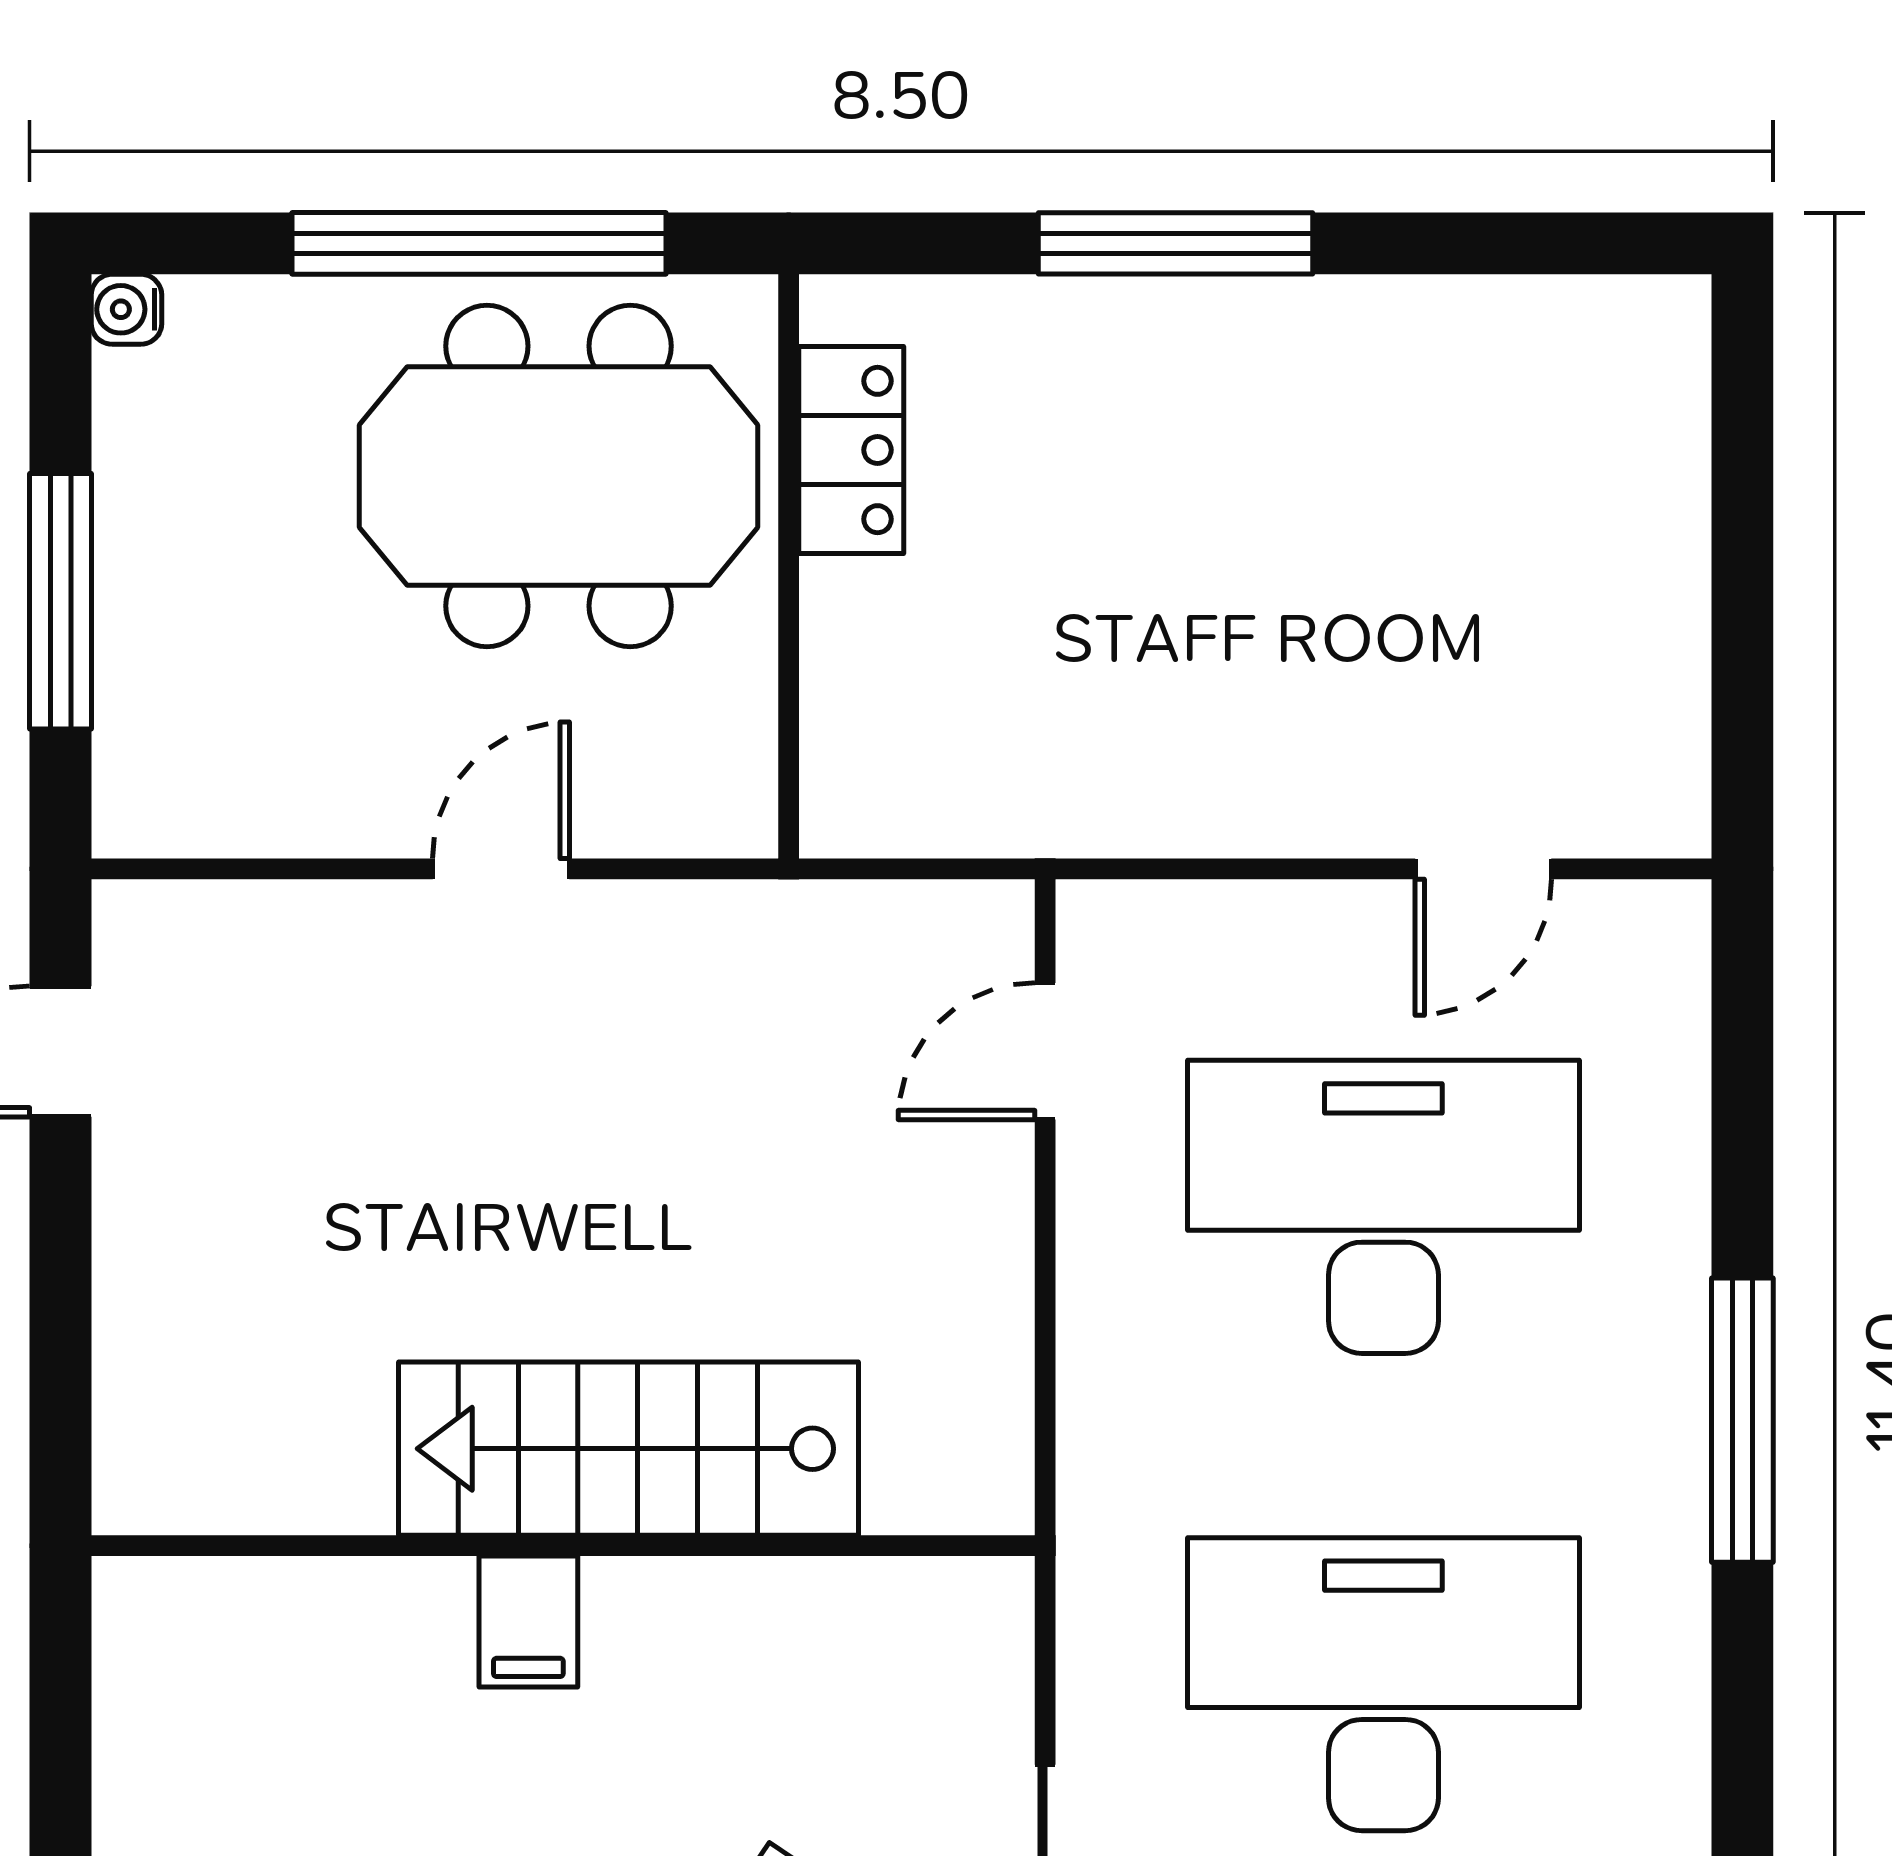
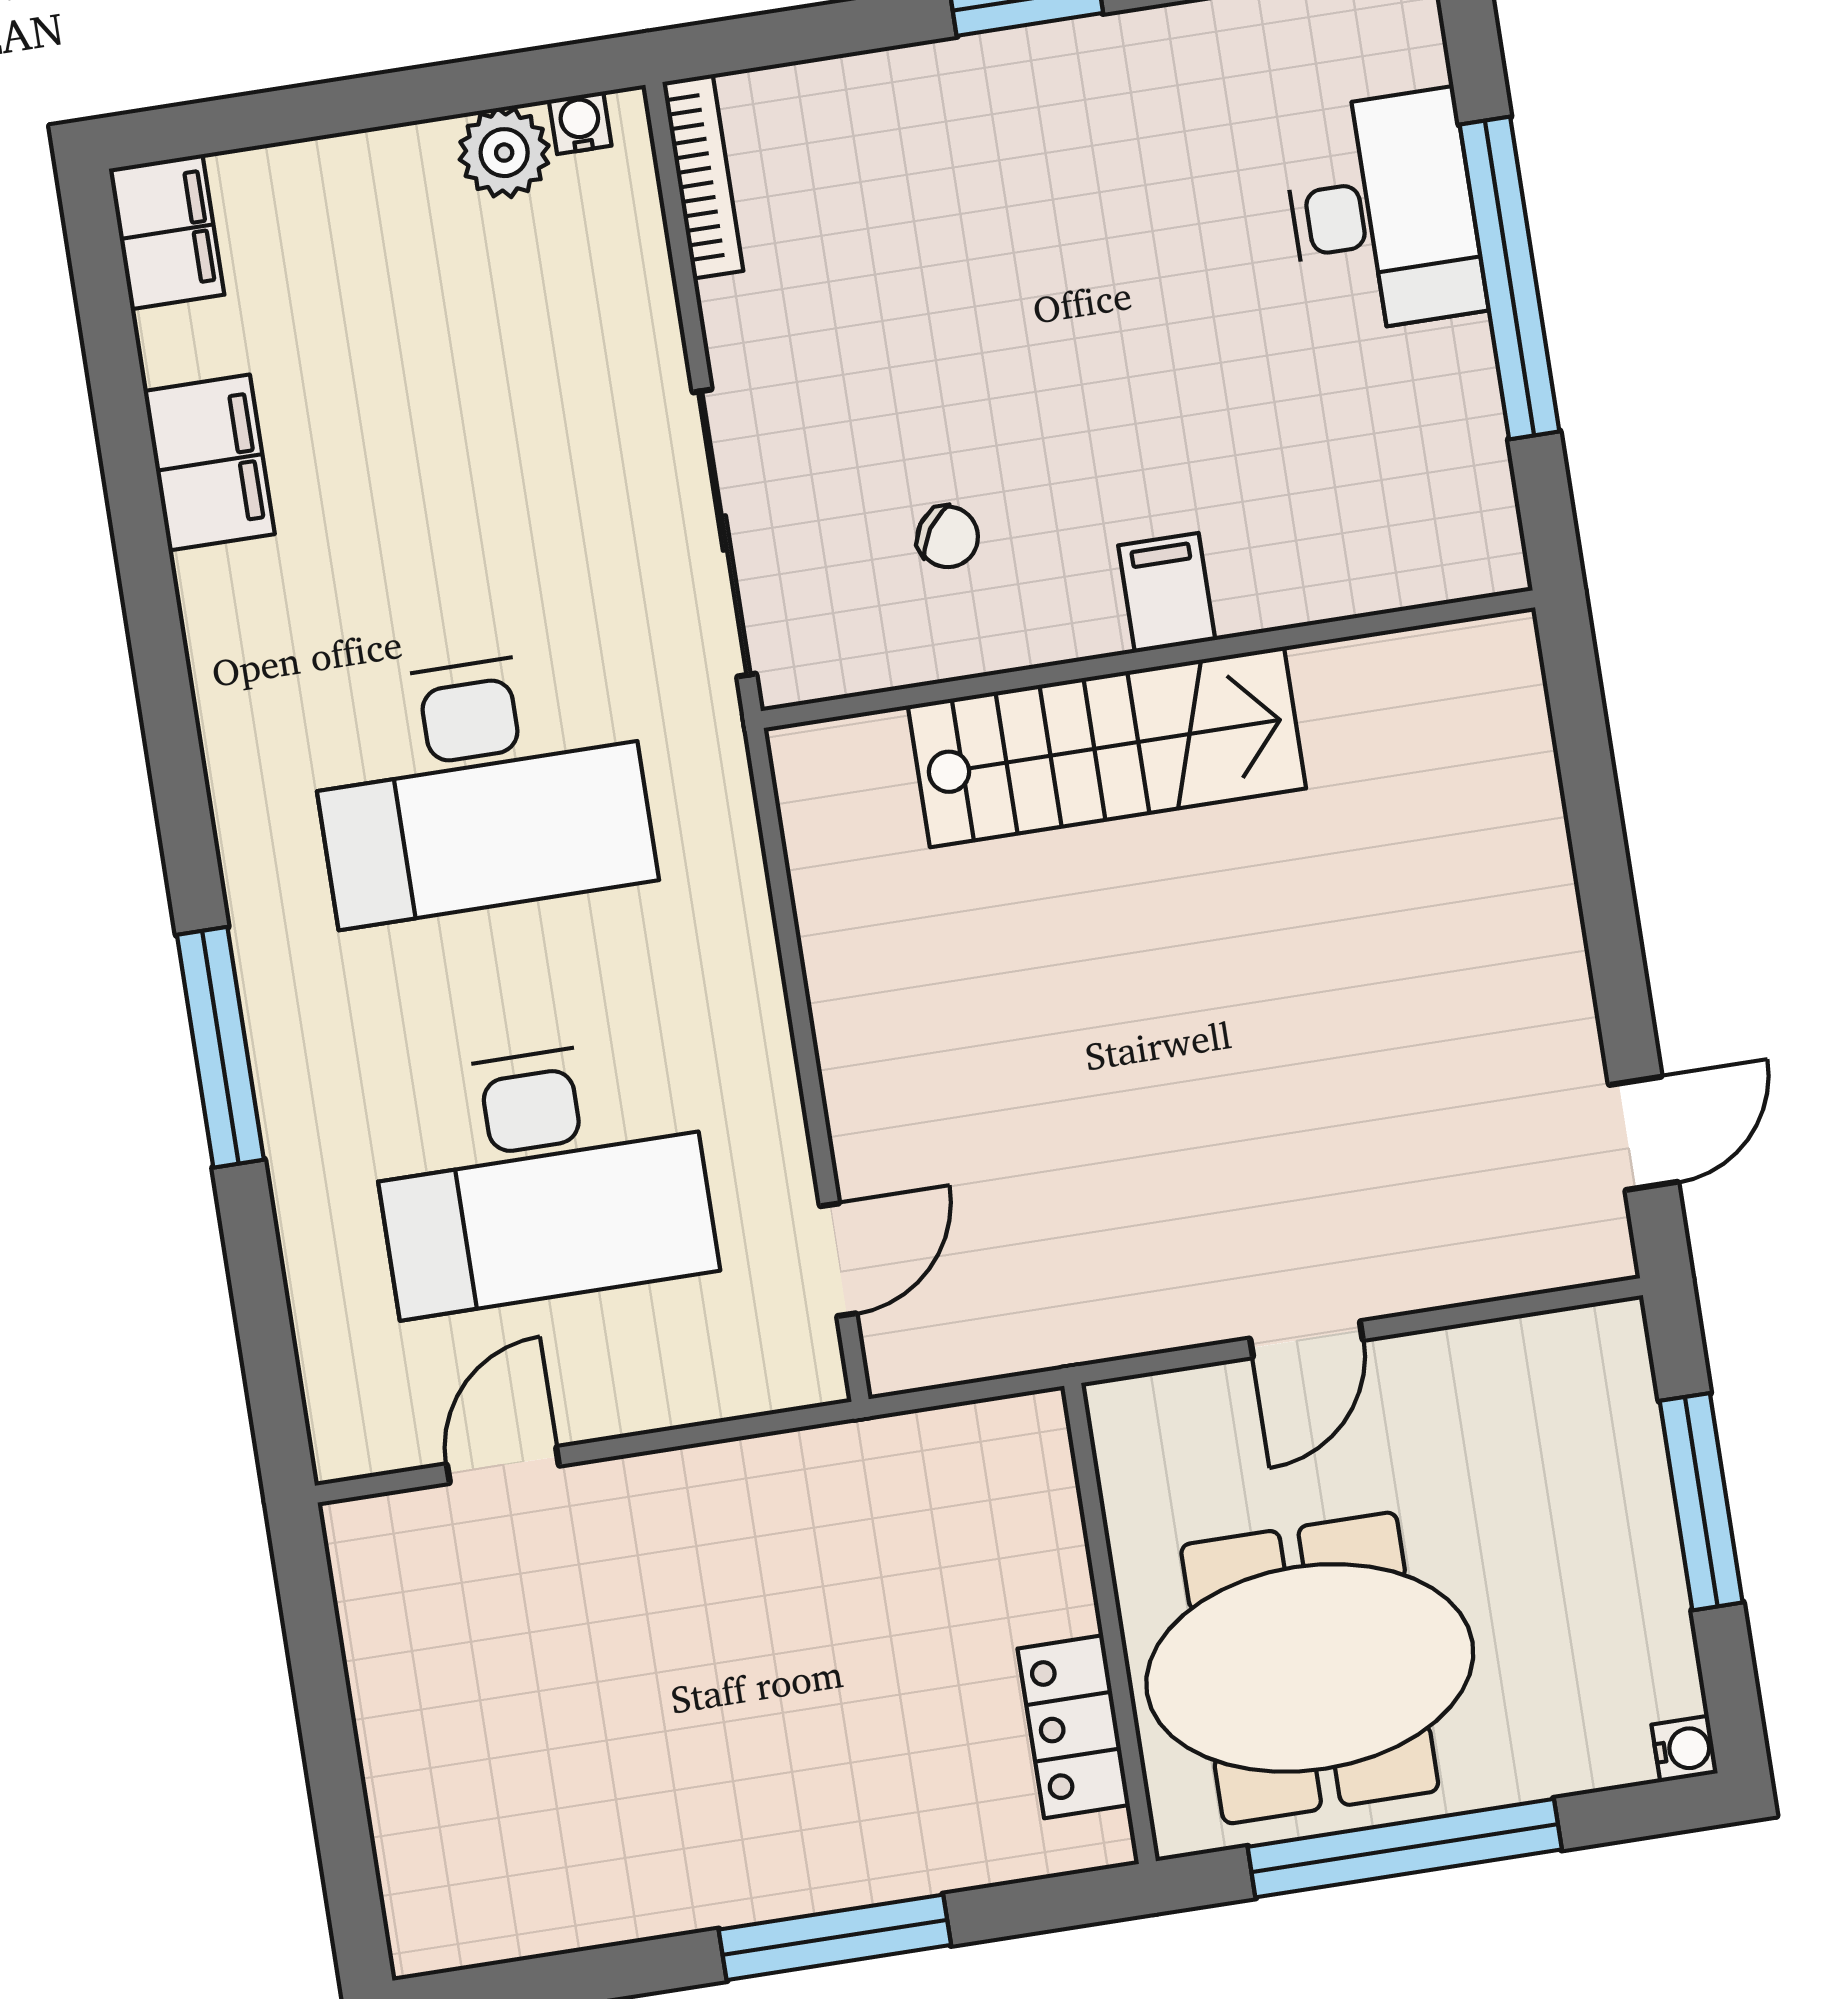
stairs: (629, 1449) -> (1107, 747), moved
wall: (563, 1546) -> (1148, 659), moved
filing cabinet: (528, 1622) -> (1167, 593), moved

